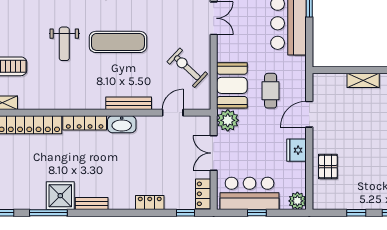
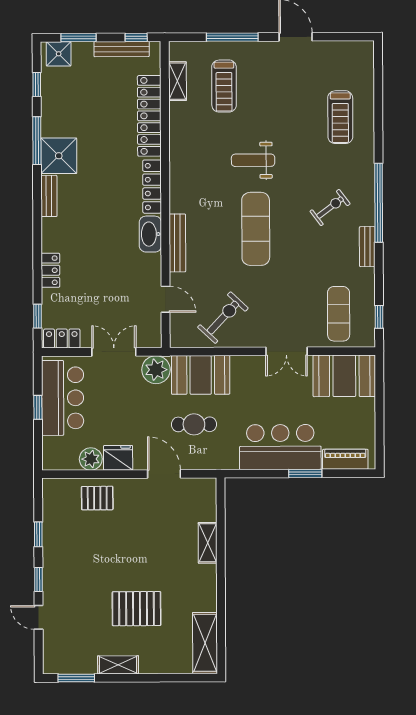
plant: (297, 201) -> (91, 459), moved

